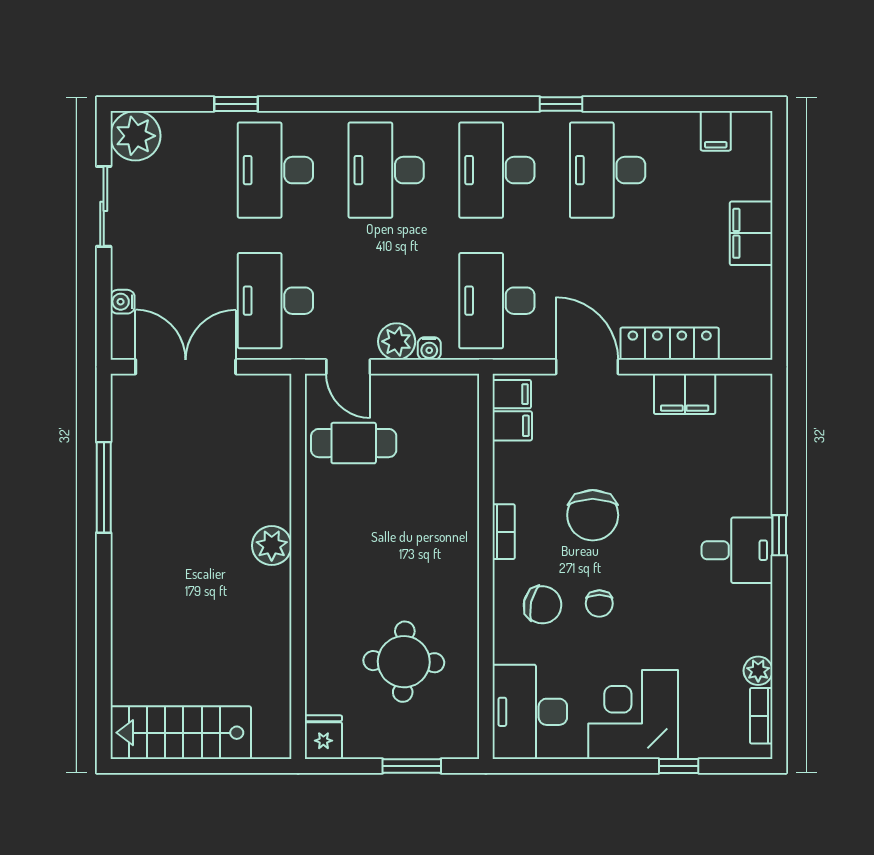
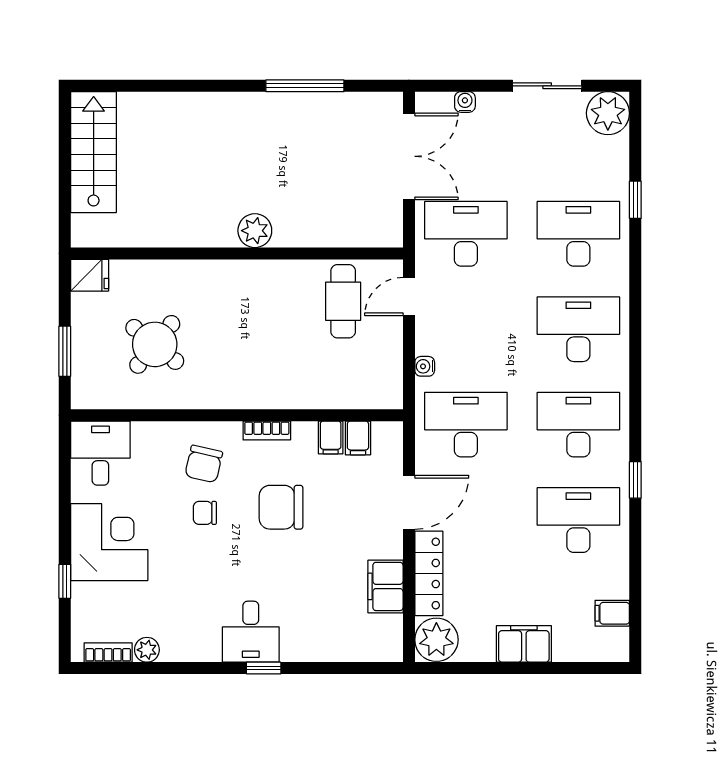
plant: (397, 341) -> (436, 640), moved, width x1.36, depth x1.36
filing cabinet: (512, 394) -> (331, 437), moved
round table: (404, 662) -> (155, 344), turned 37
desk: (530, 712) -> (100, 453), width x0.73

